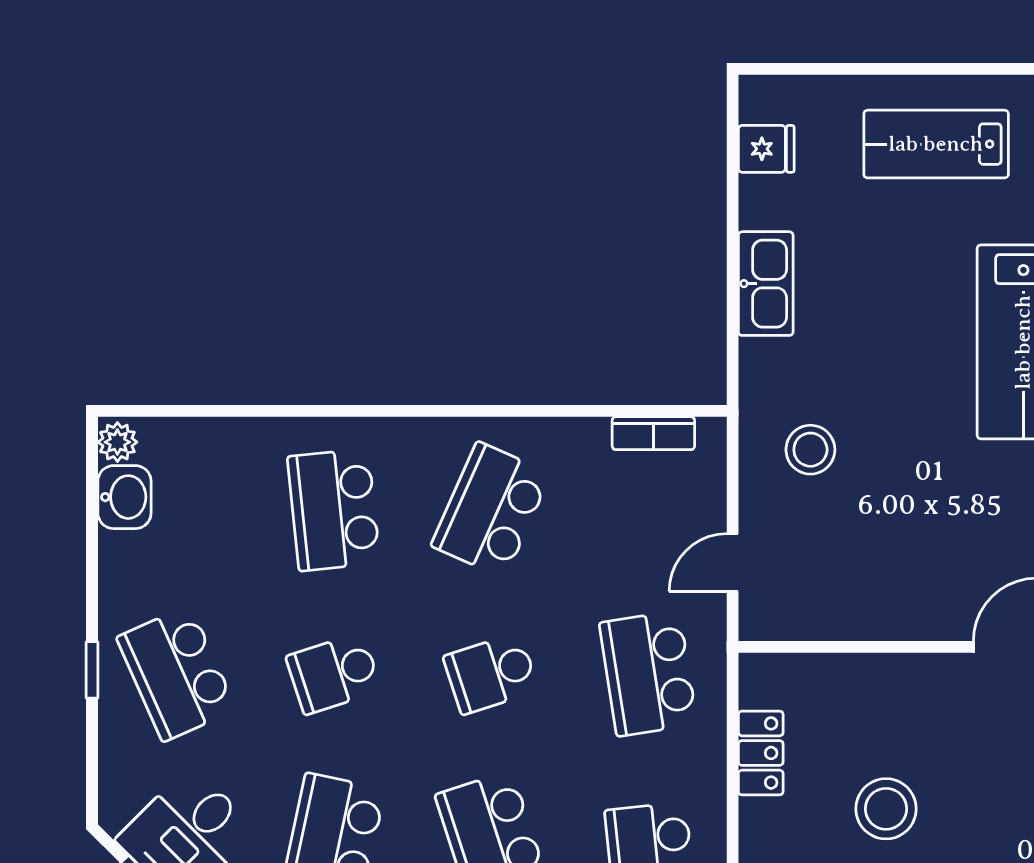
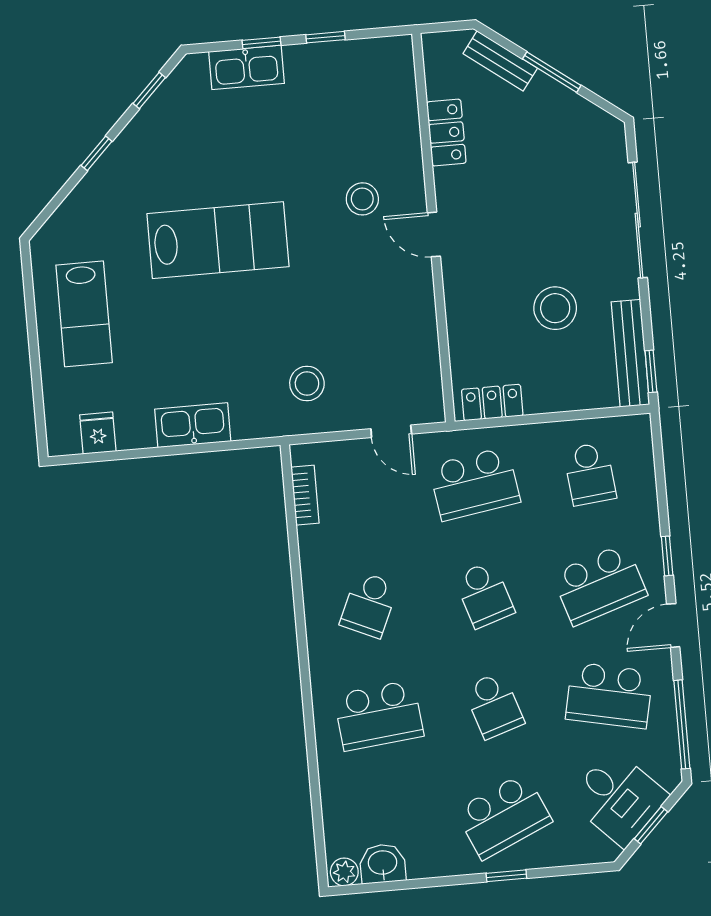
school desk: (491, 510) -> (369, 605), width x0.54
locker: (761, 753) -> (492, 403), moved

